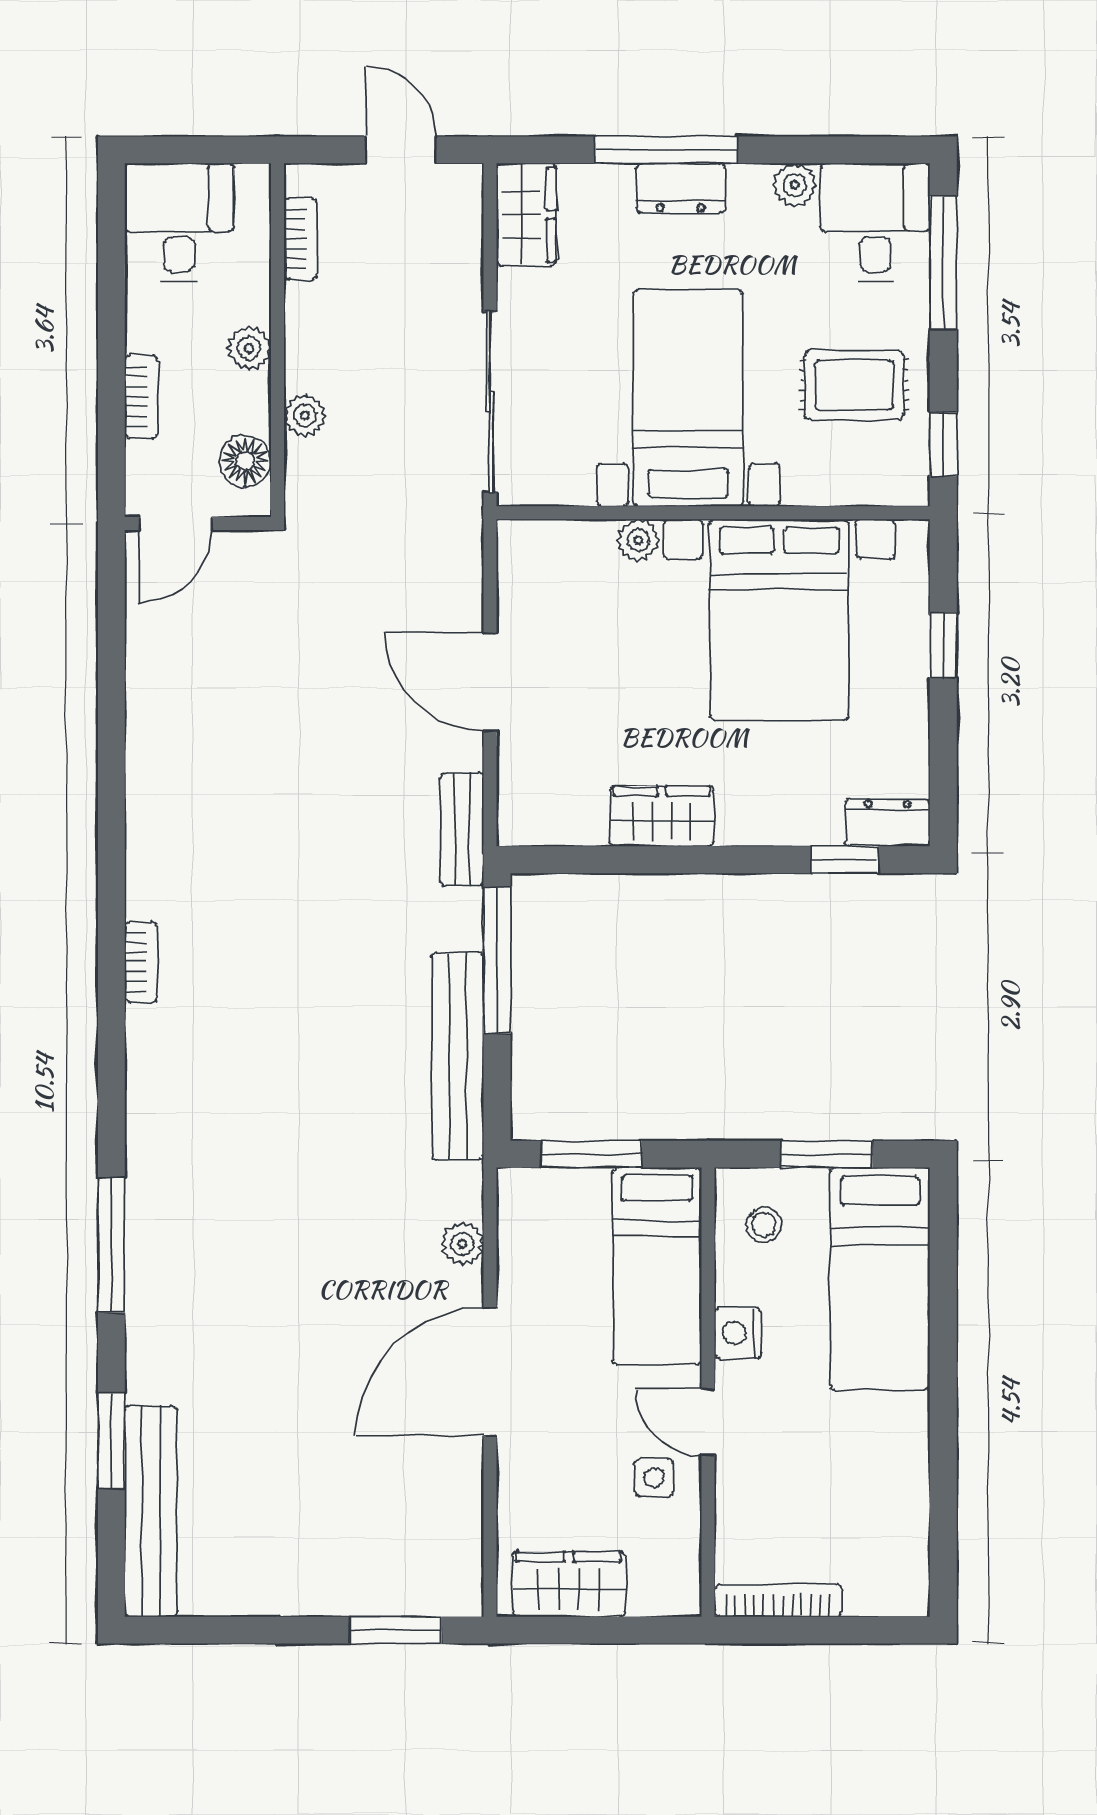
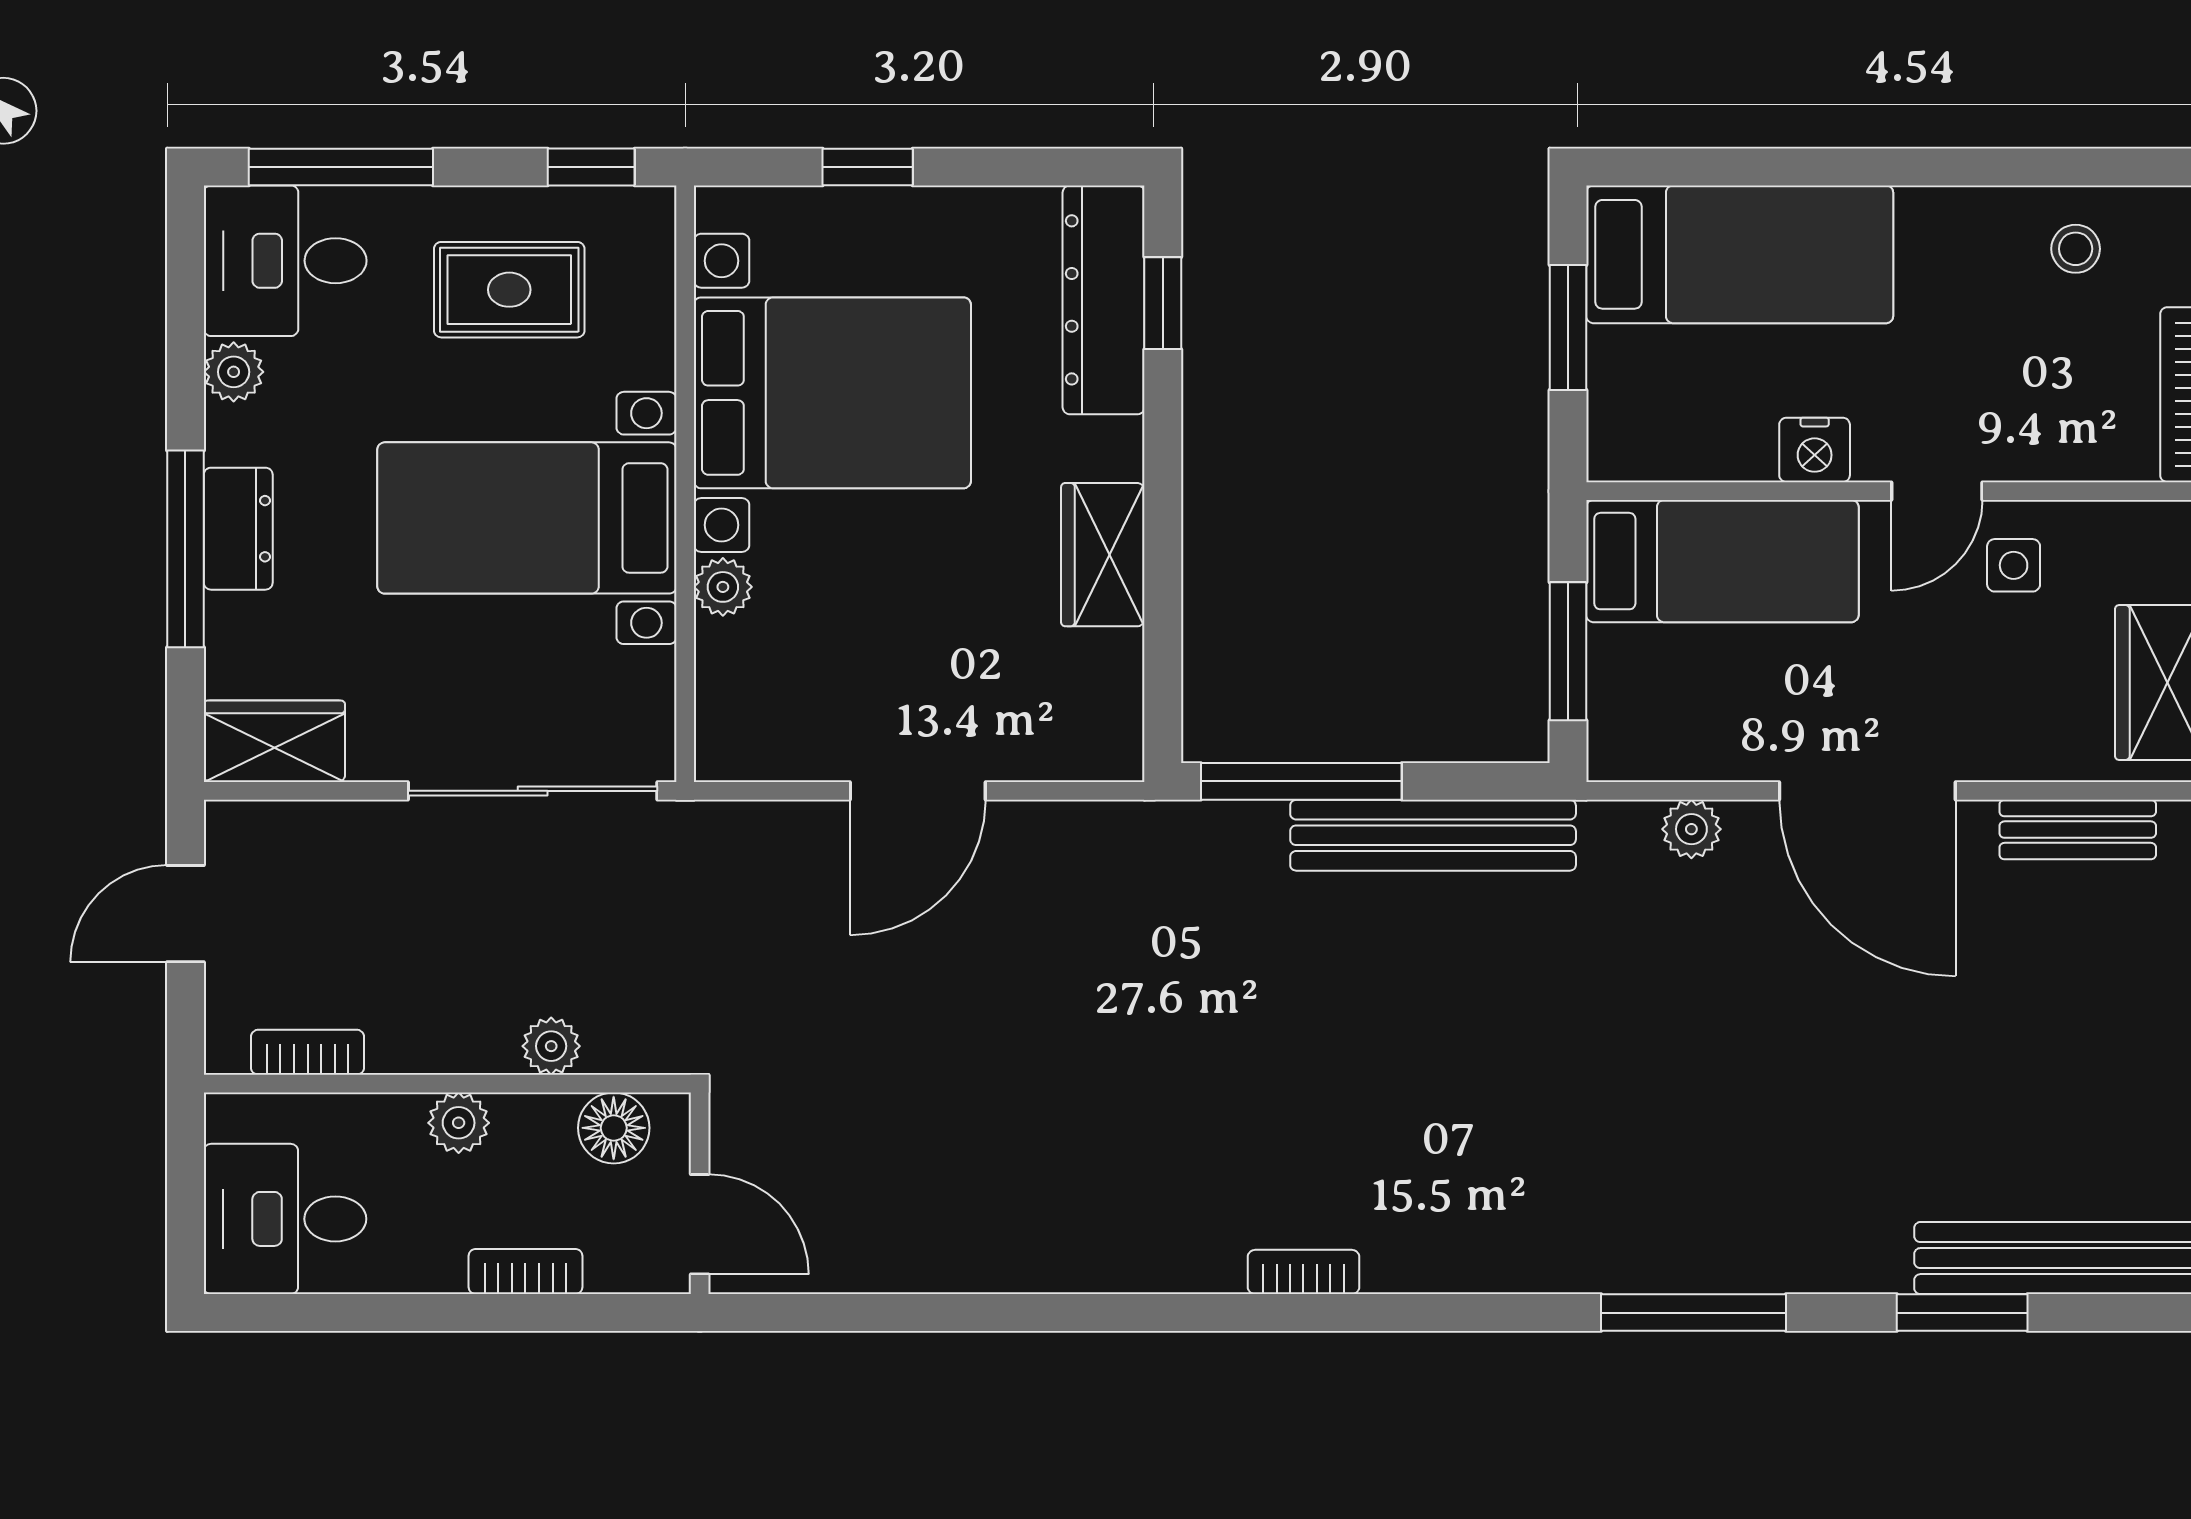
rug: (854, 385) -> (509, 290), turned 90
dresser: (888, 823) -> (1104, 300), width x1.96, depth x1.24
bench: (462, 829) -> (2078, 830), moved
stool: (764, 1225) -> (2076, 249), moved

